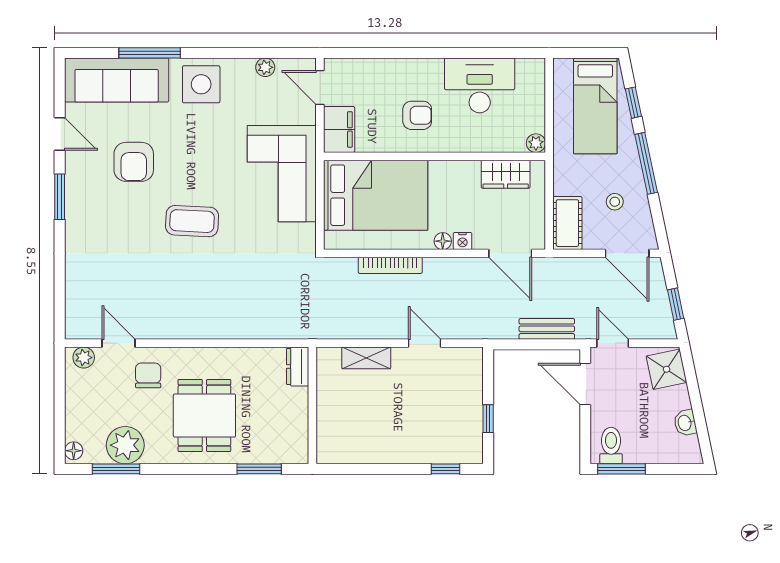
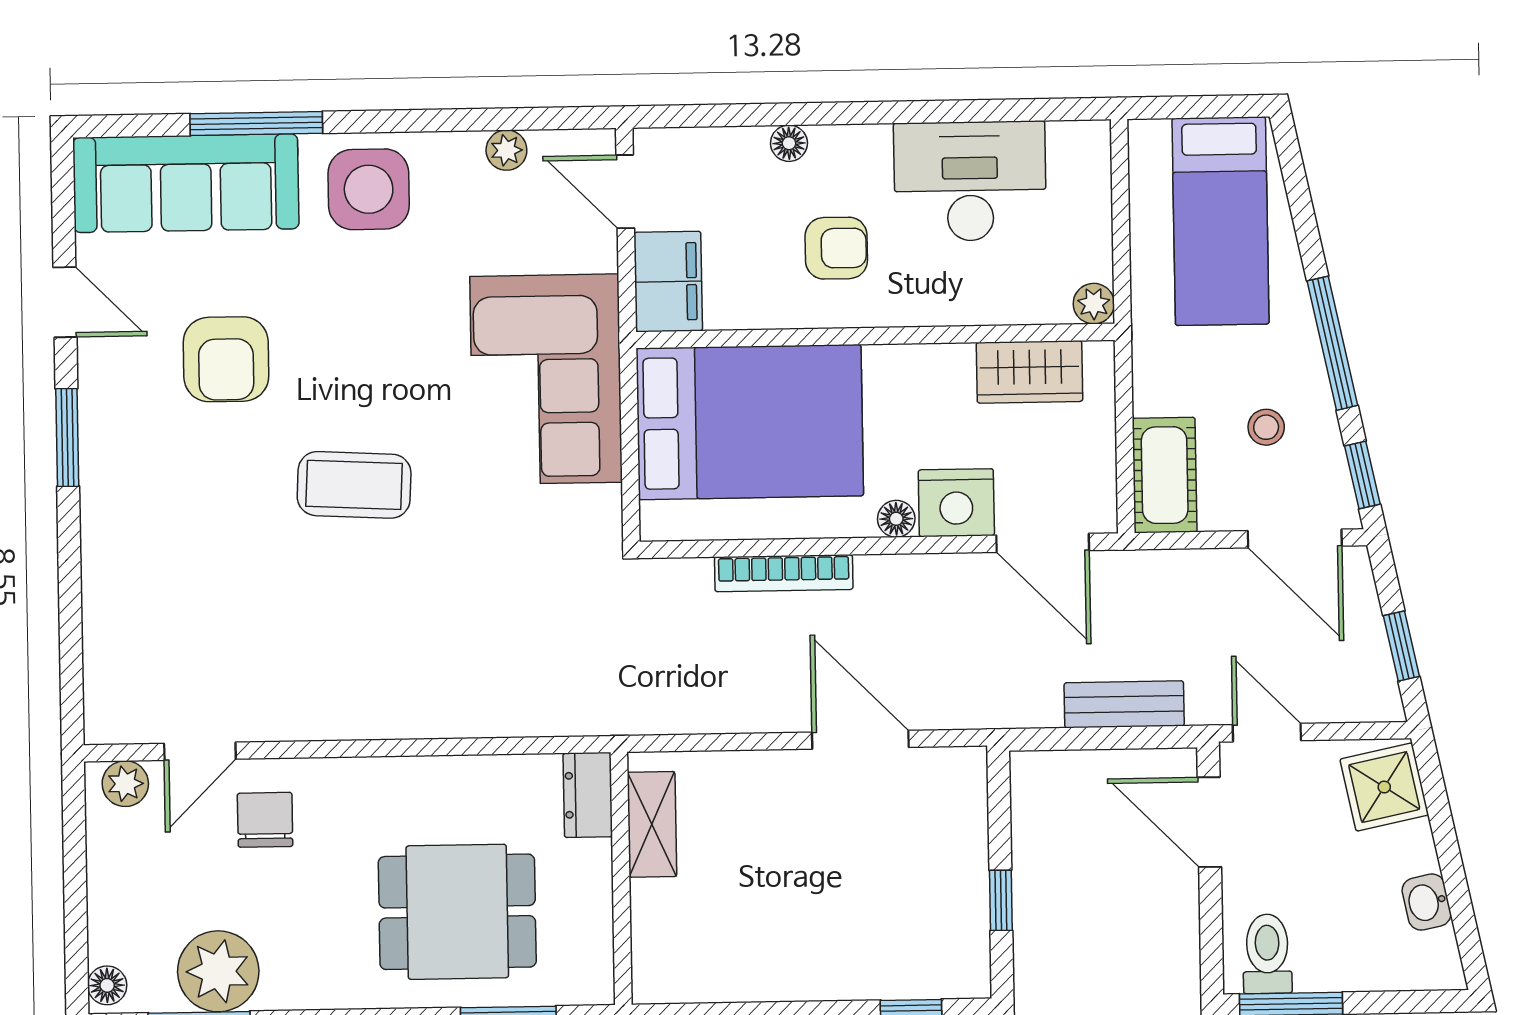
floor lamp: (396, 66) -> (789, 143), added
window: (633, 103) -> (1362, 475), moved
nightstand: (463, 241) -> (956, 503), width x1.89, depth x1.79
door: (119, 343) -> (200, 751), swing flipped
door: (424, 343) -> (860, 740), width x1.38
shelving: (366, 358) -> (652, 824), moved, turned 90
dining table: (204, 415) -> (457, 912), moved, turned 90

